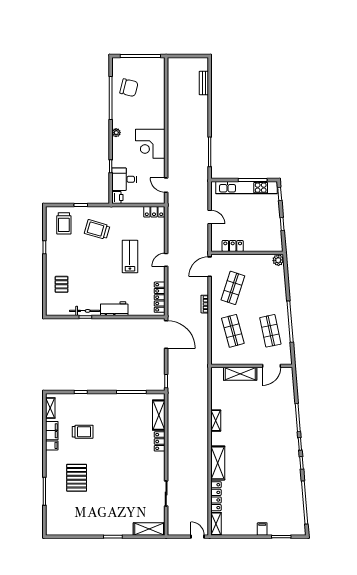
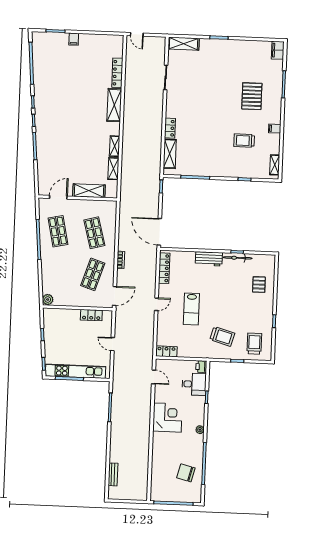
filing cabinet: (52, 431) -> (278, 50), moved
shelving: (216, 524) -> (113, 169), moved

